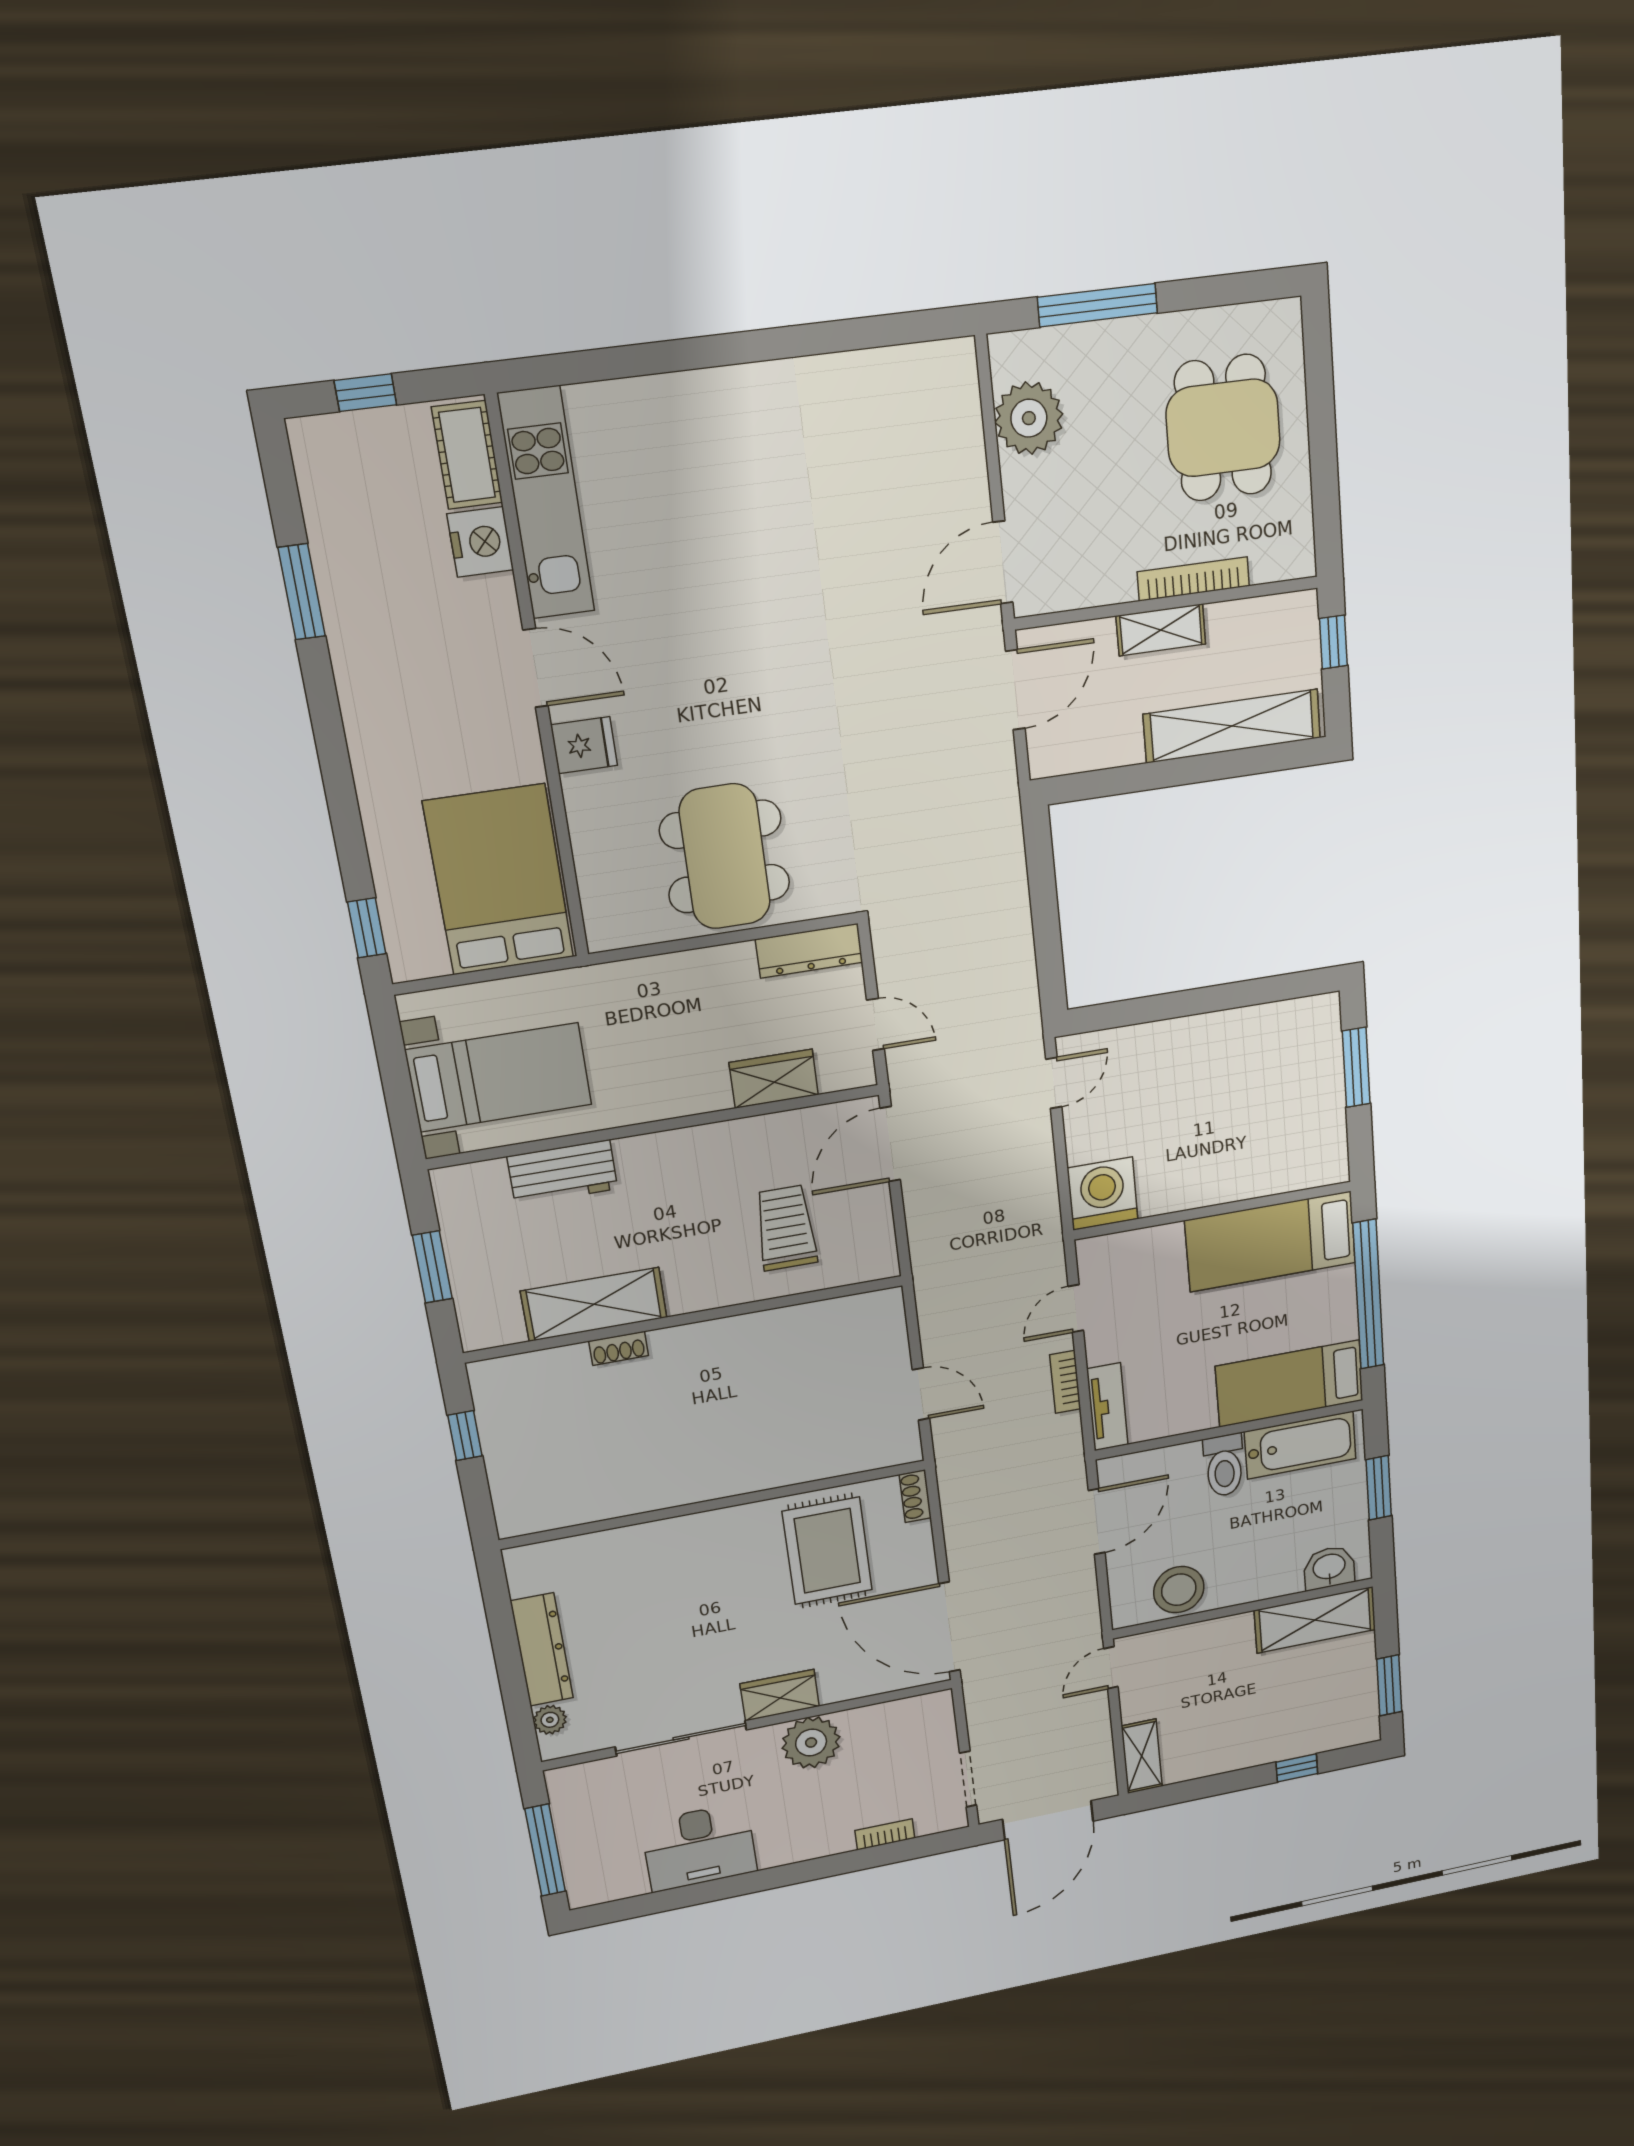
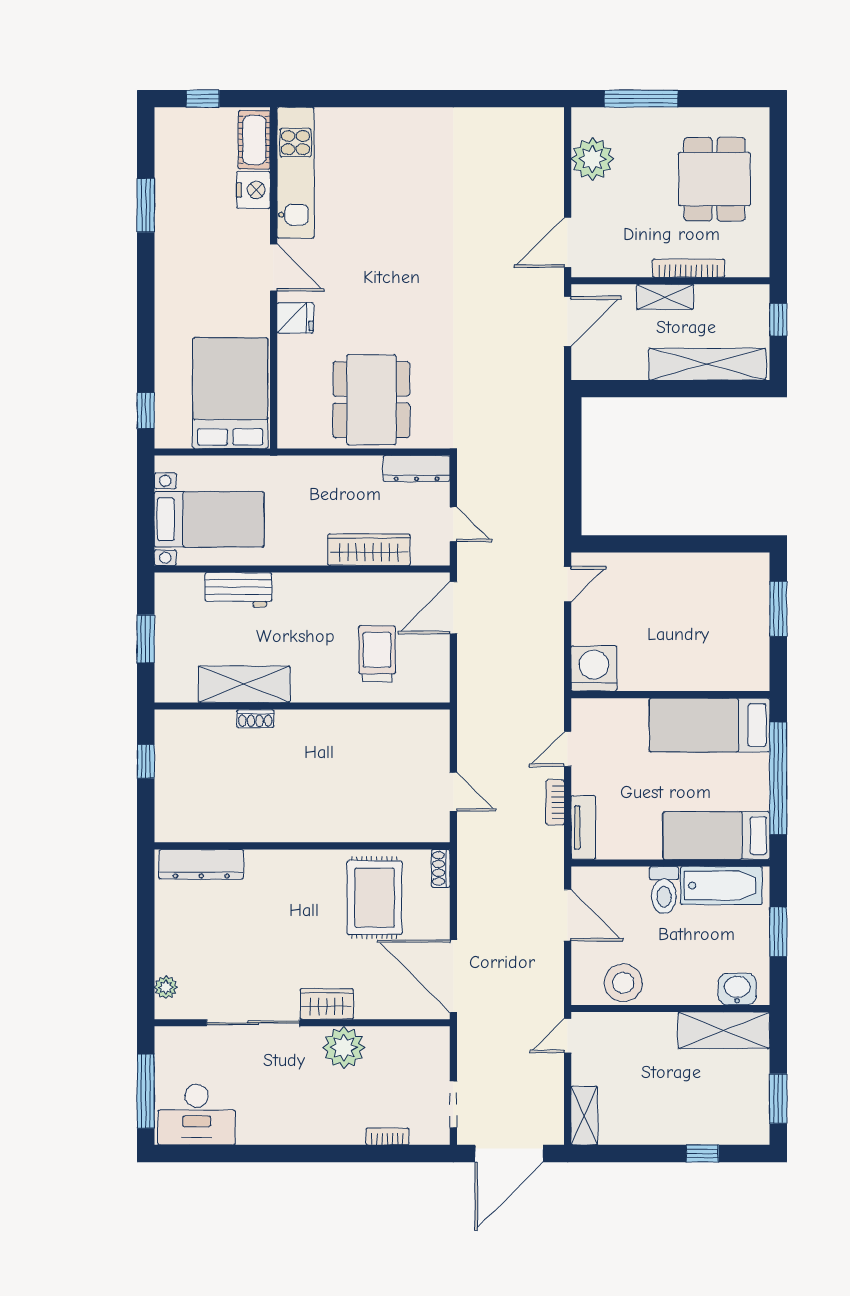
wardrobe: (774, 1079) -> (369, 550), width x1.50
door: (1097, 1521) -> (568, 915), hinge flipped
dresser: (542, 1650) -> (201, 864), moved, turned 90
desk: (699, 1847) -> (197, 1115), moved

